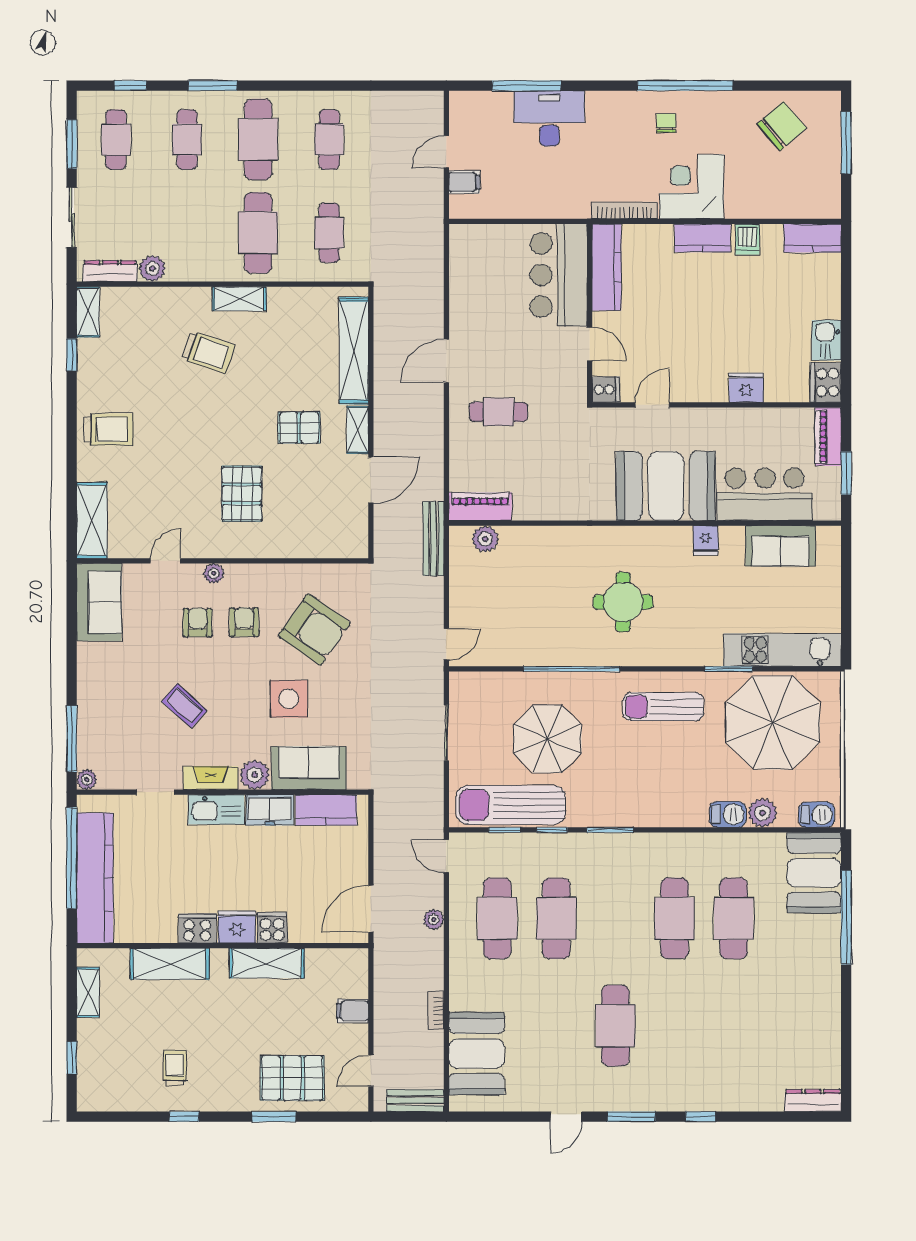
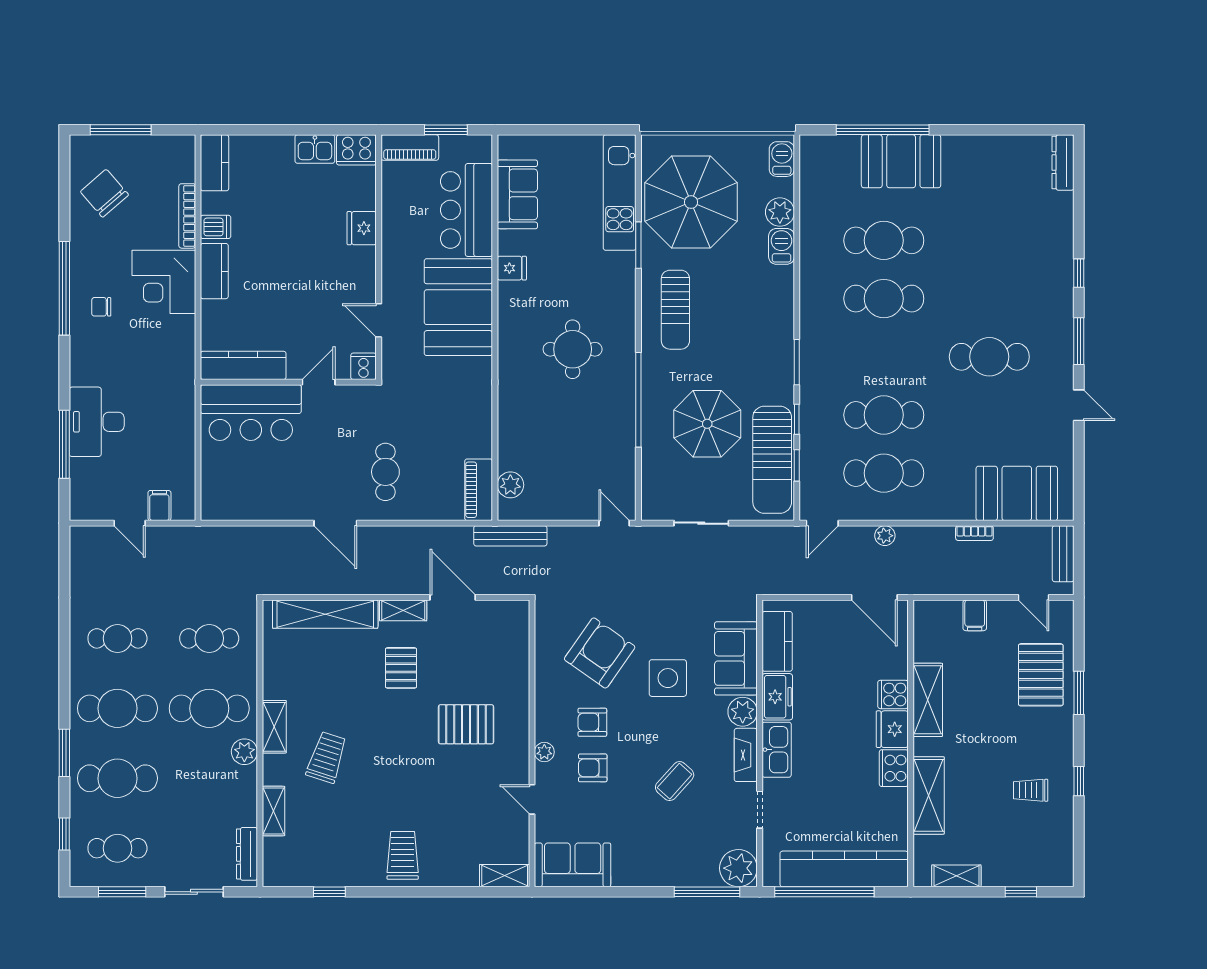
cafe table: (187, 139) -> (117, 778), width x1.37, depth x1.35
bookcase: (625, 210) -> (187, 216), moved
plant: (152, 269) -> (244, 752), moved
shelving: (88, 312) -> (273, 811), moved, turned 90
shelving: (92, 520) -> (505, 876), width x0.67, depth x0.75
plant: (87, 780) -> (738, 868), width x1.87, depth x1.87
booth: (814, 873) -> (901, 161), moved

